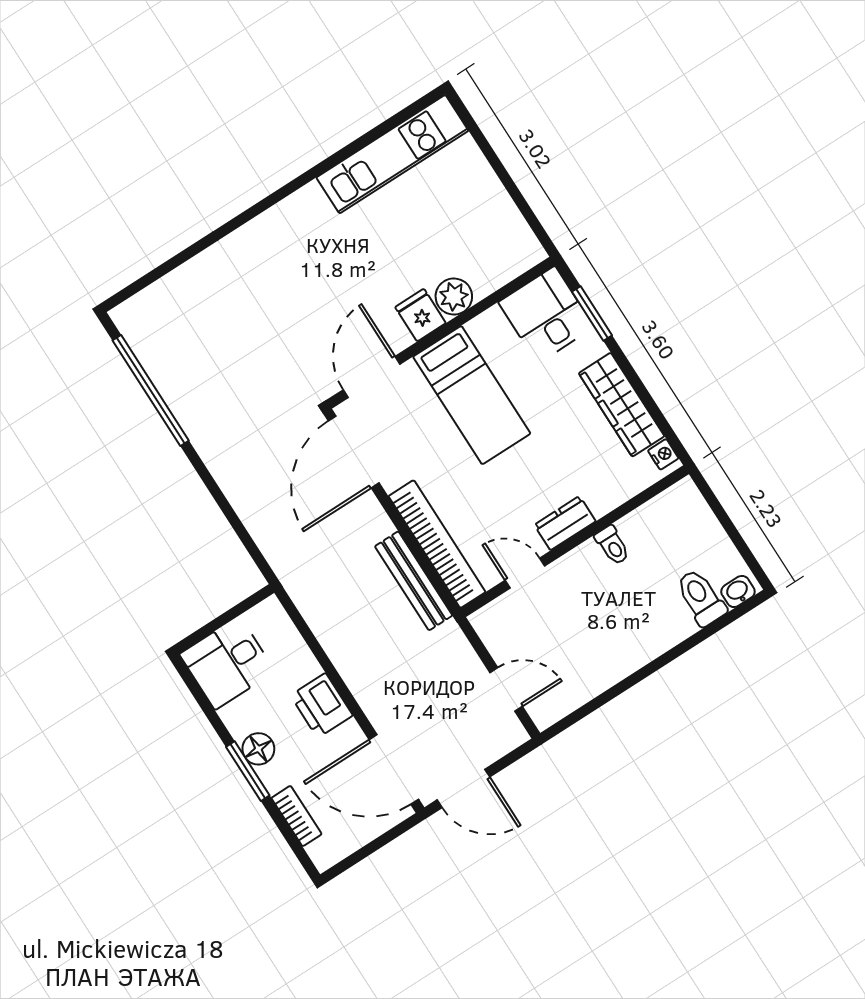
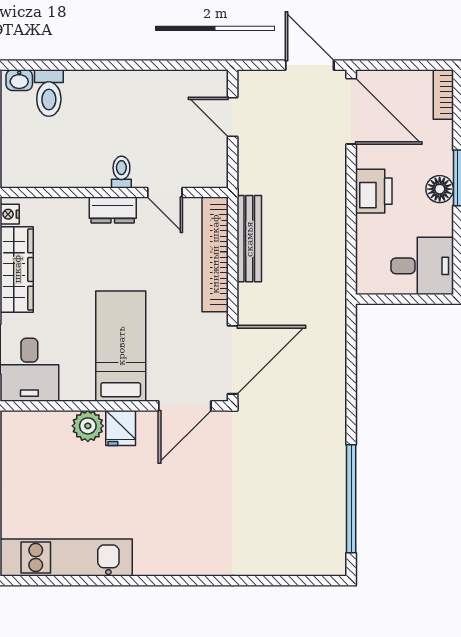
toilet: (612, 545) -> (121, 172), moved
bookcase: (296, 816) -> (443, 95), moved

